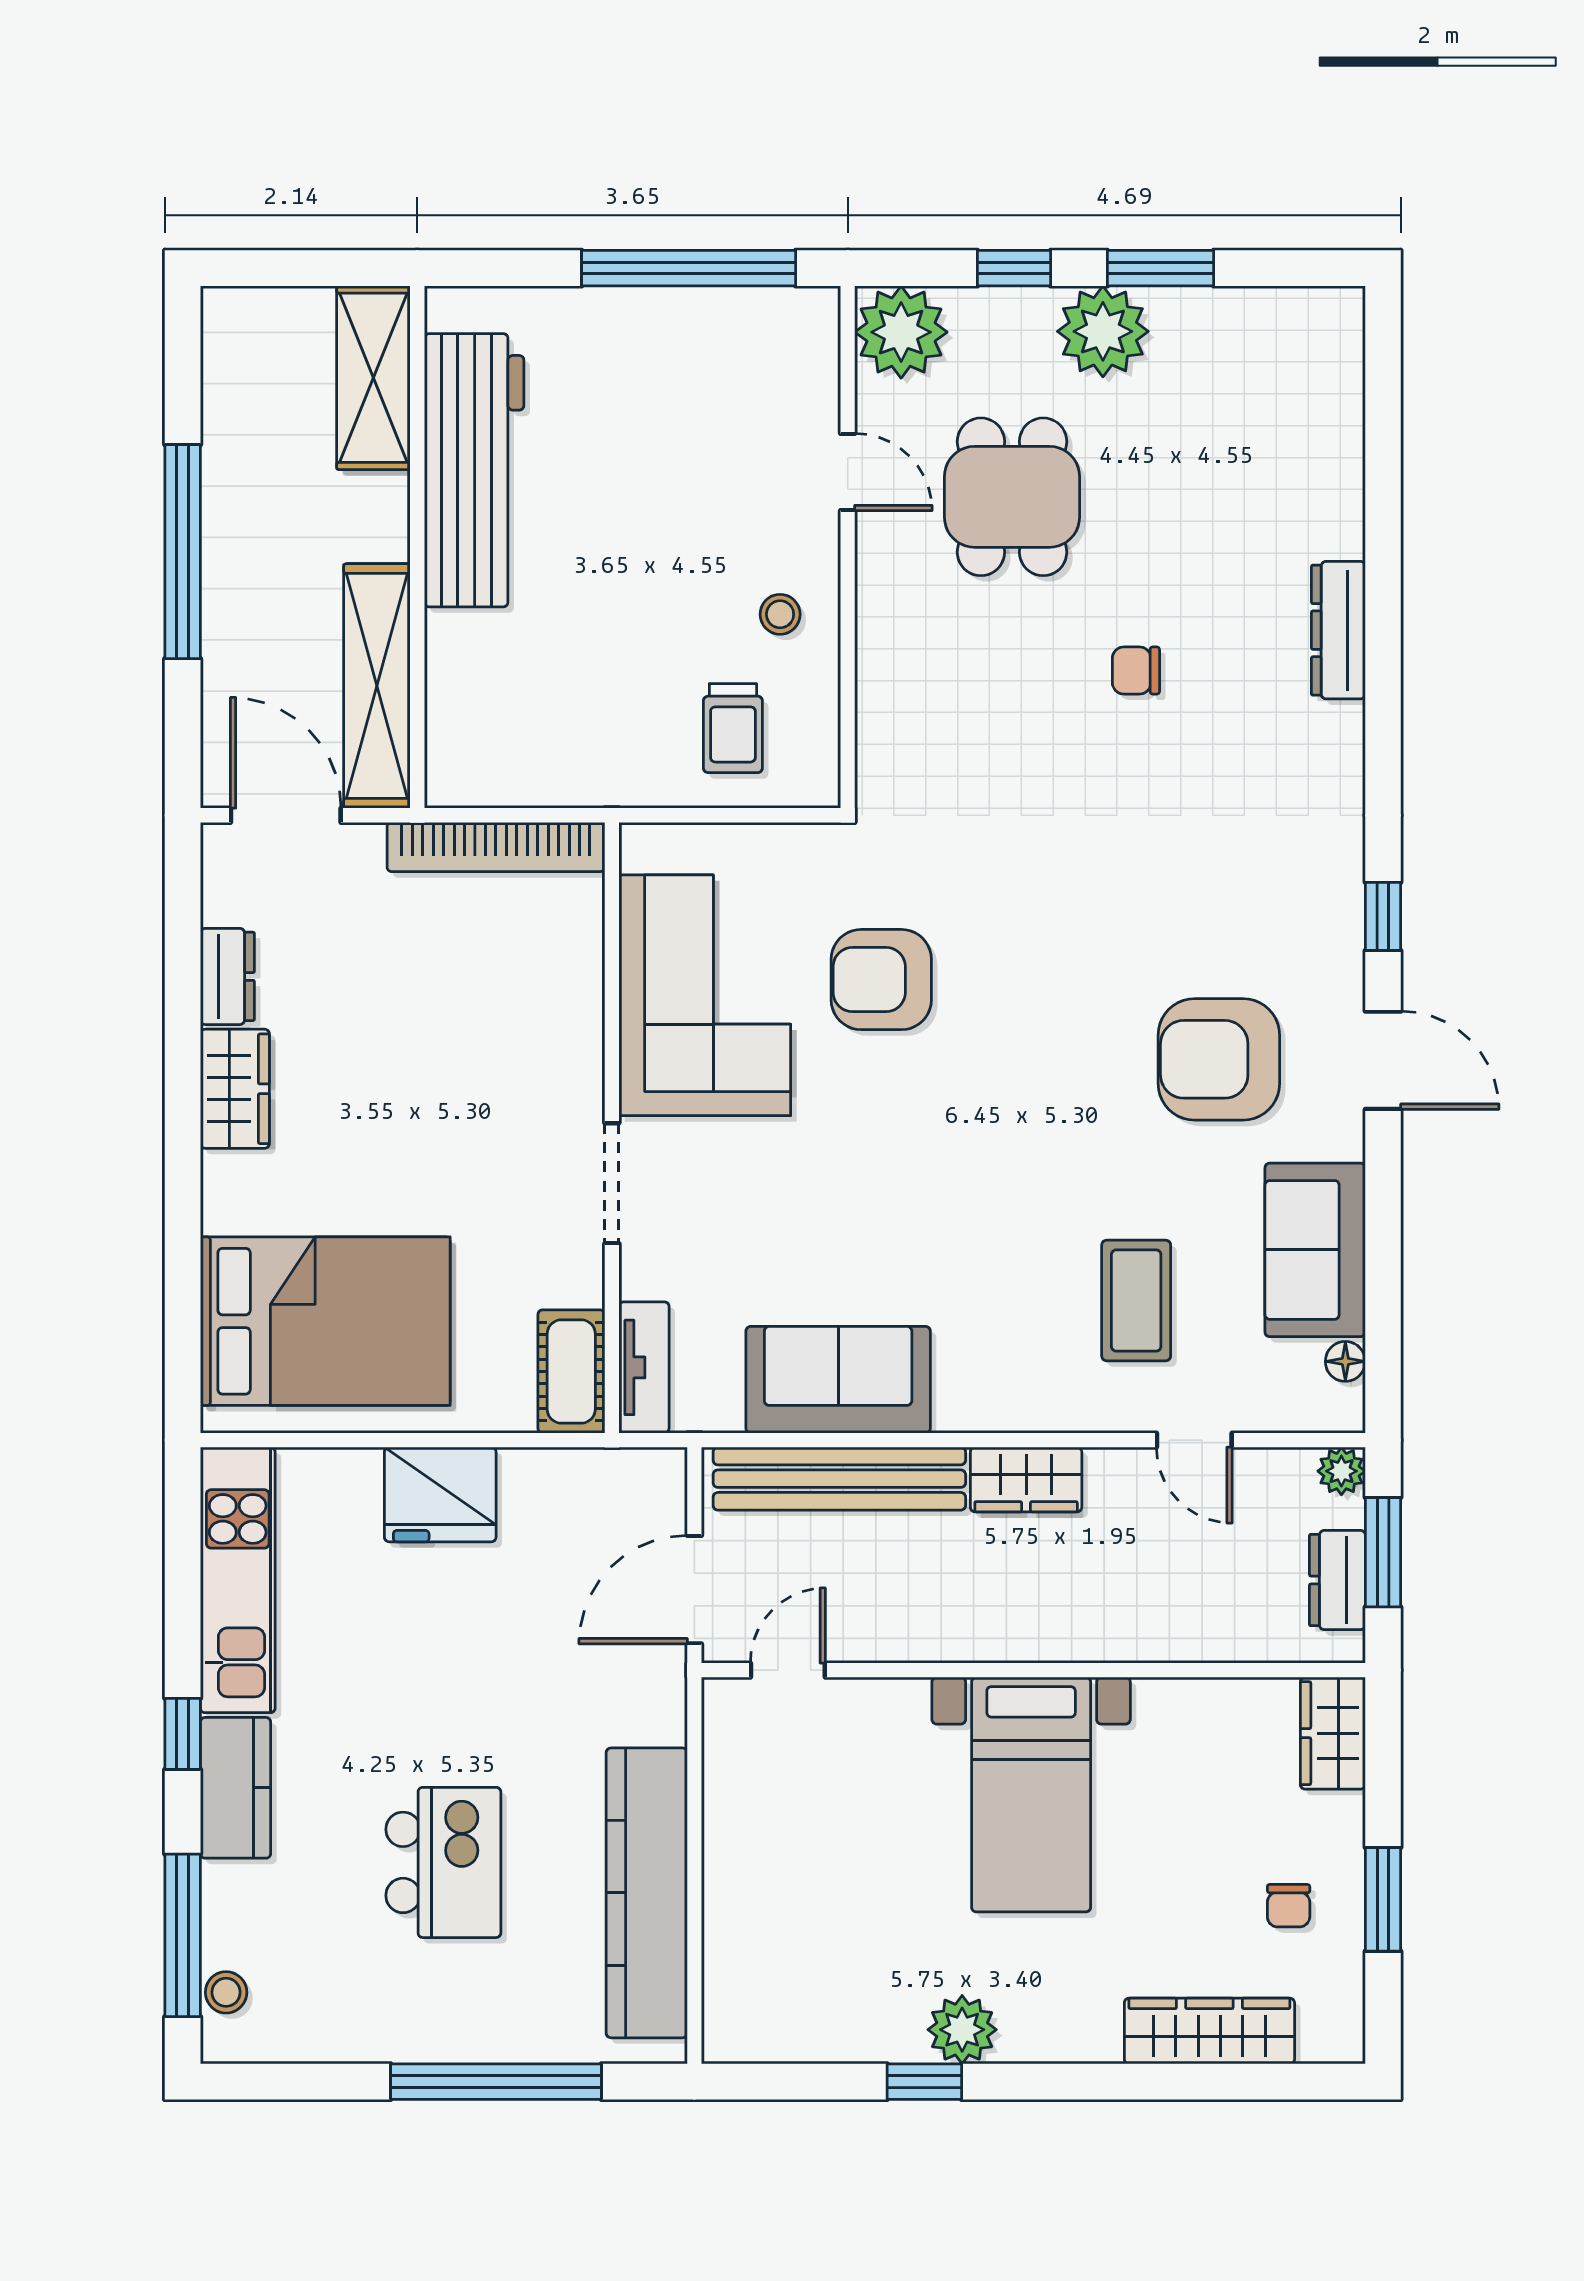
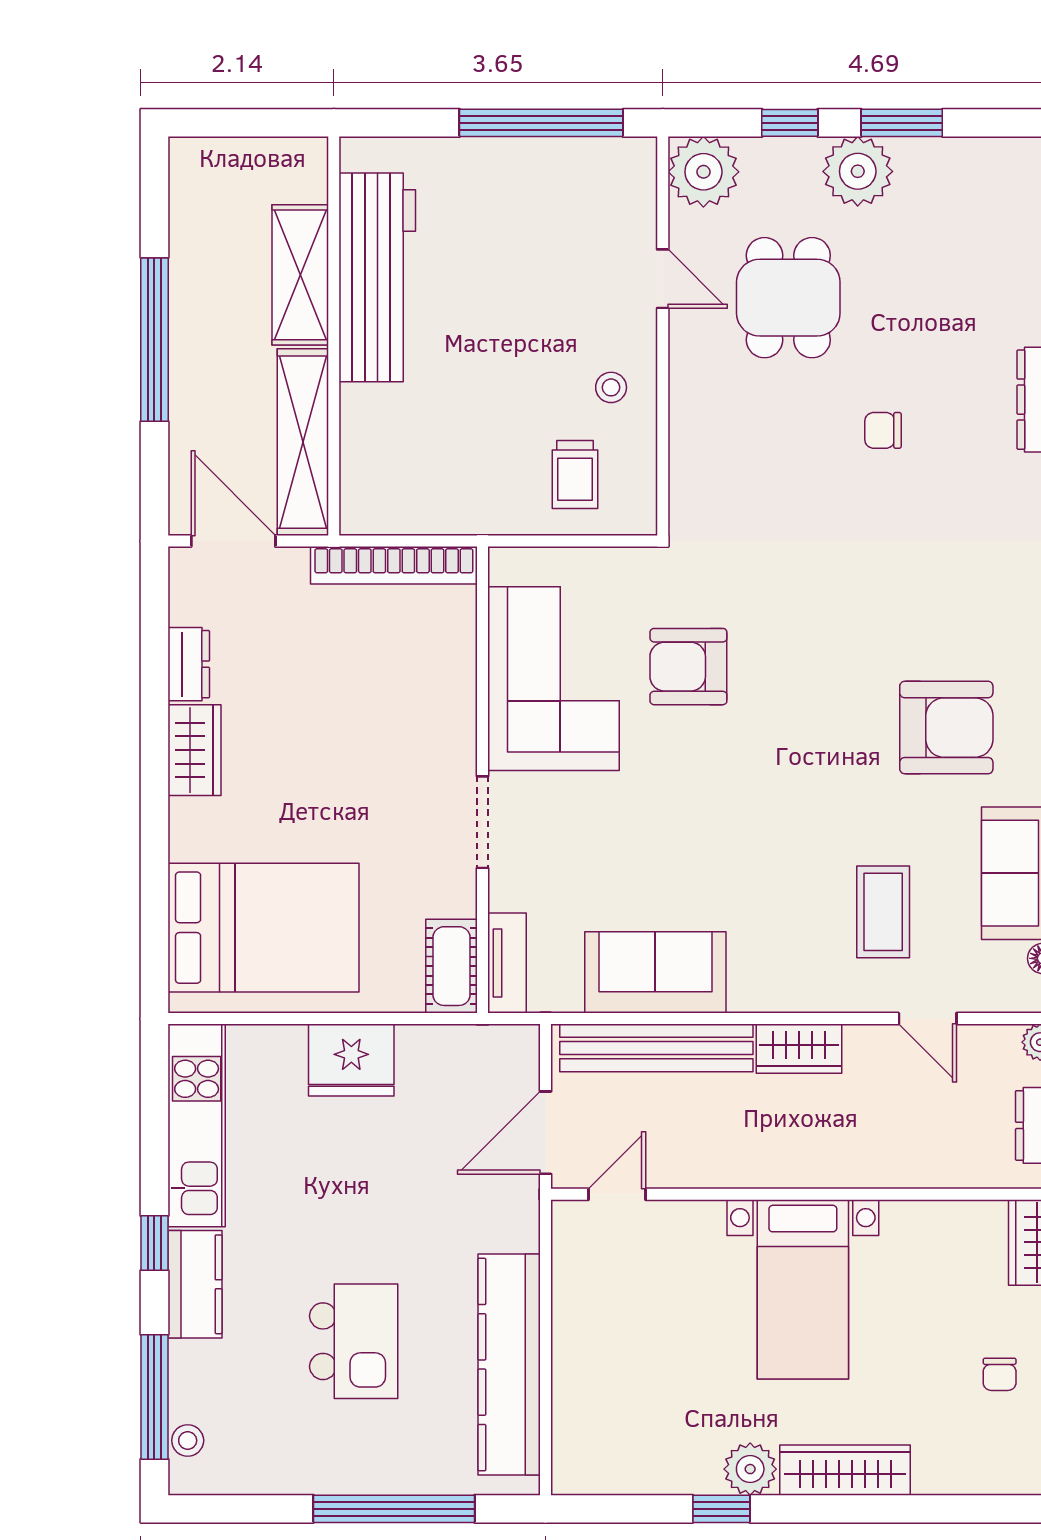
shelving: (373, 378) -> (300, 275), moved
armchair: (1219, 1059) -> (946, 728), turned 180
wardrobe: (1209, 2031) -> (845, 1470), moved

